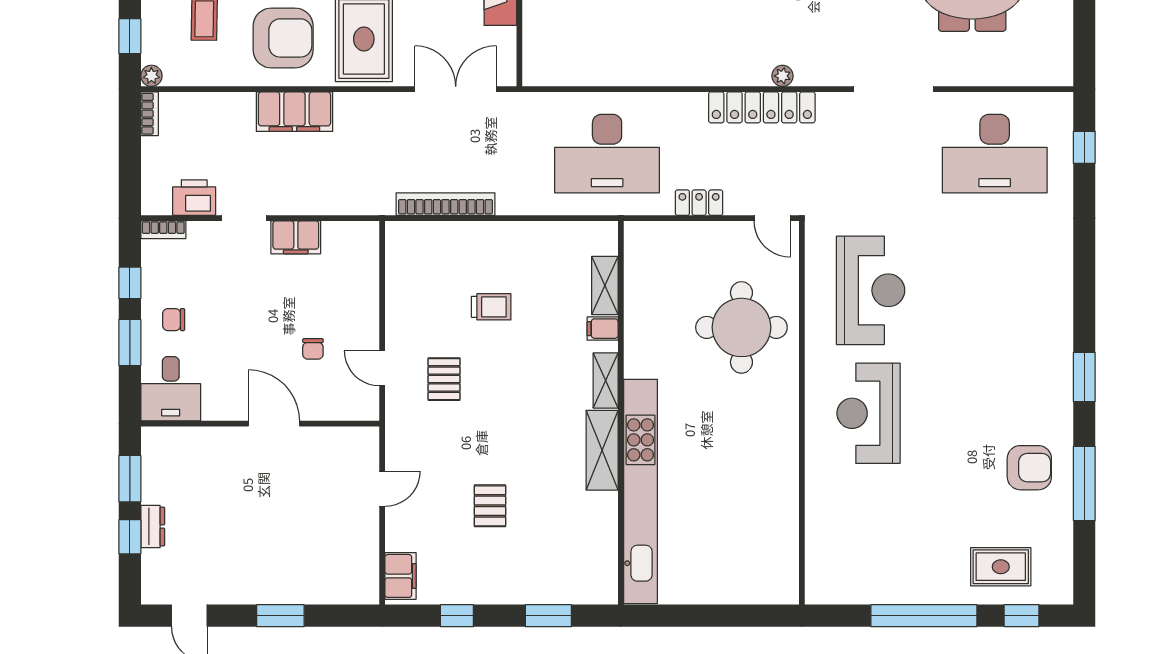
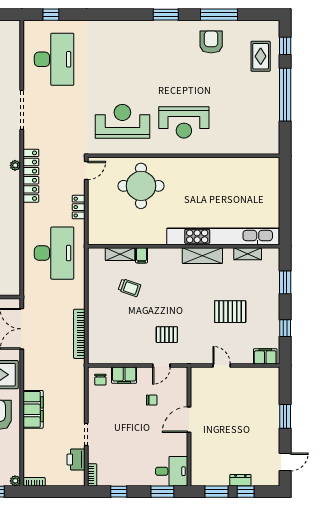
filing cabinet: (296, 237) -> (124, 375), moved, turned 90
trolley: (491, 307) -> (129, 288), moved, turned 109
chair: (174, 320) -> (100, 380), moved
window: (130, 343) -> (162, 492), moved
shelving: (606, 381) -> (248, 254), moved
pallet: (490, 506) -> (230, 312), width x1.50, depth x1.42

